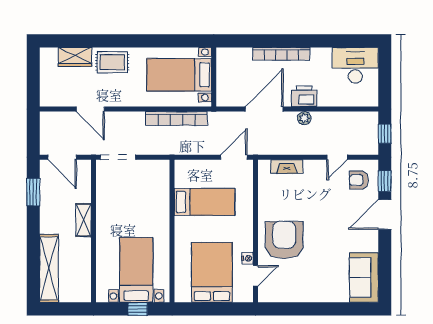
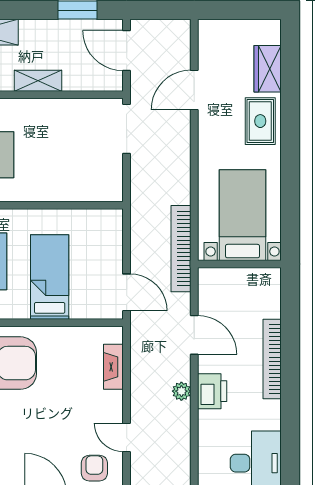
door: (264, 109) -> (194, 335), width x0.73
bookcase: (176, 118) -> (181, 249), moved
door: (62, 157) -> (127, 51), hinge flipped
bed: (205, 202) -> (50, 277), moved, turned 180

